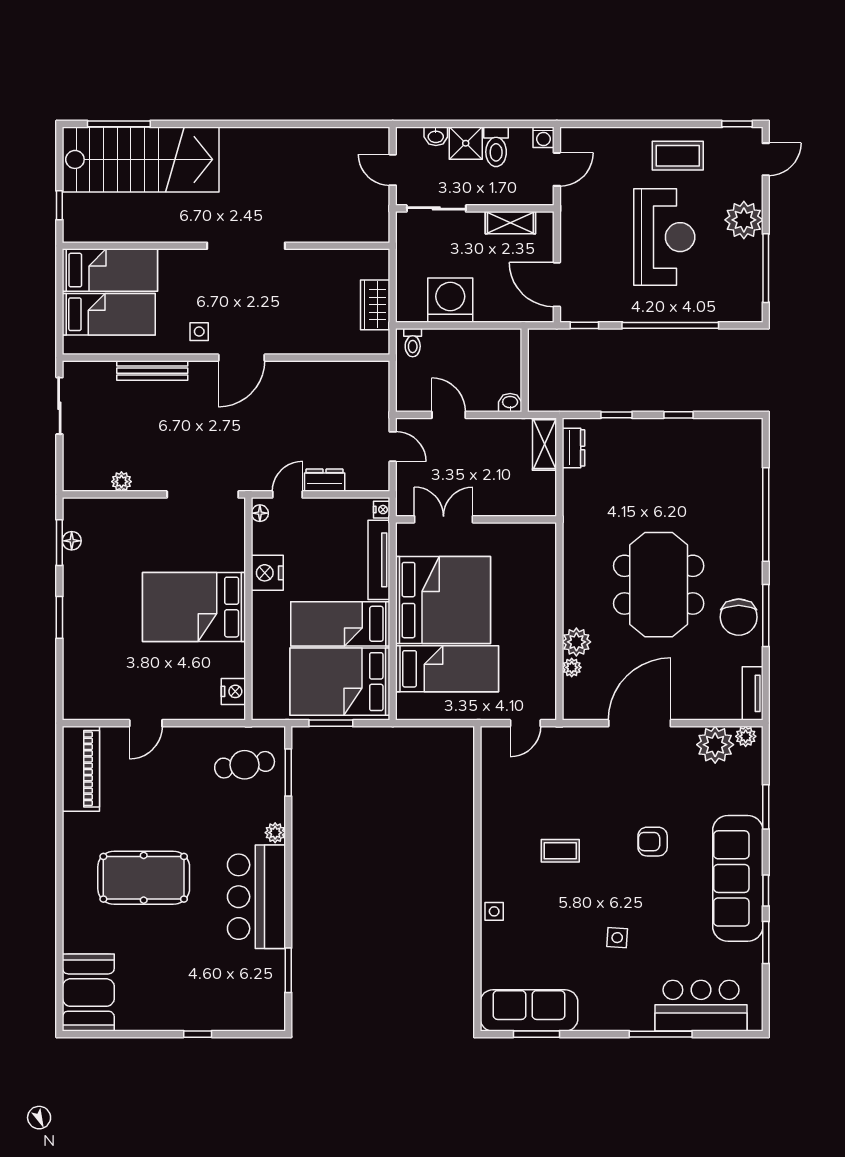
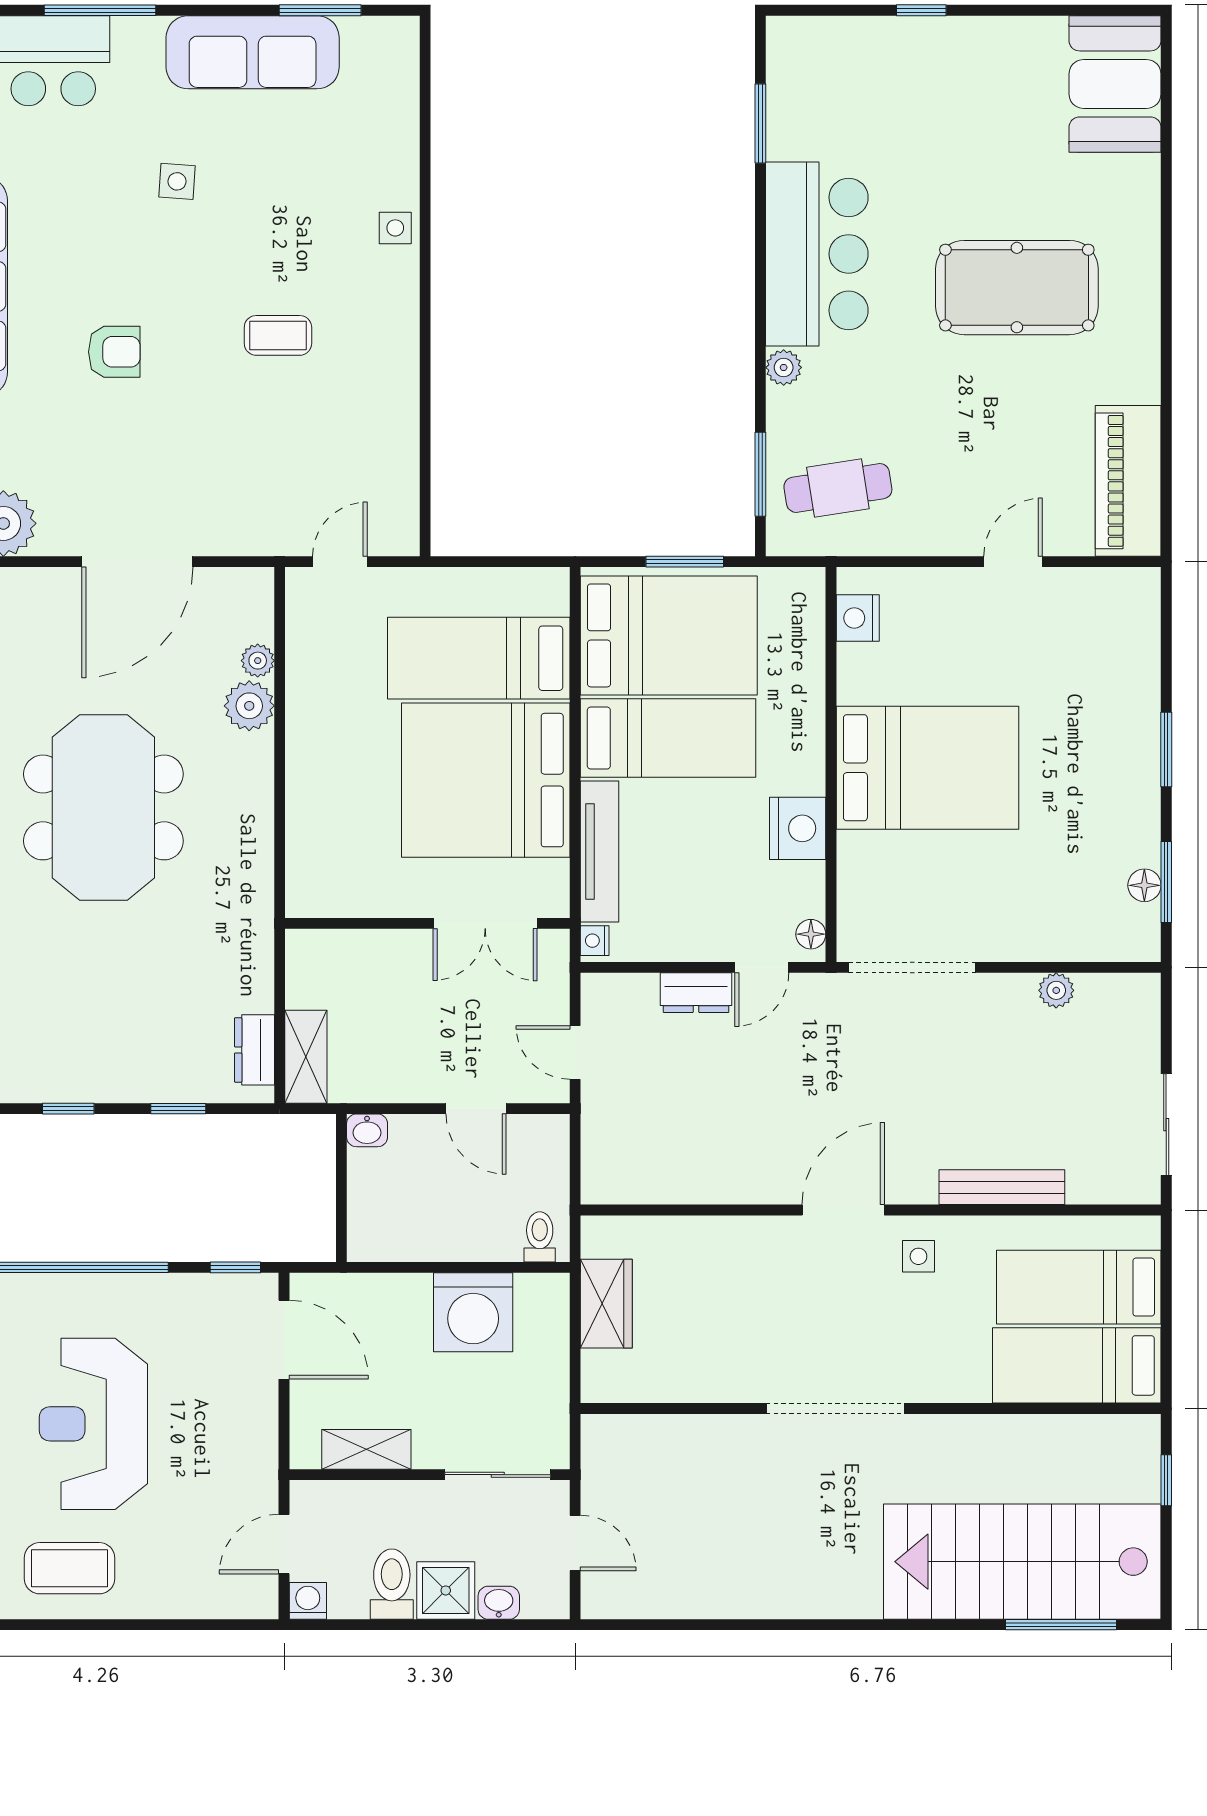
sofa: (529, 1010) -> (253, 52), moved

